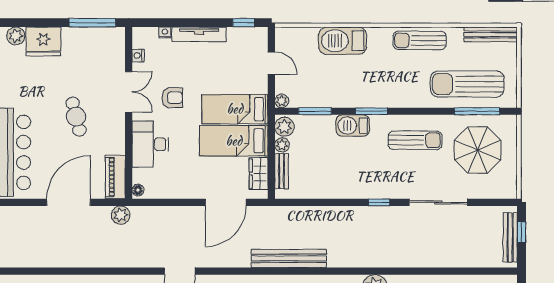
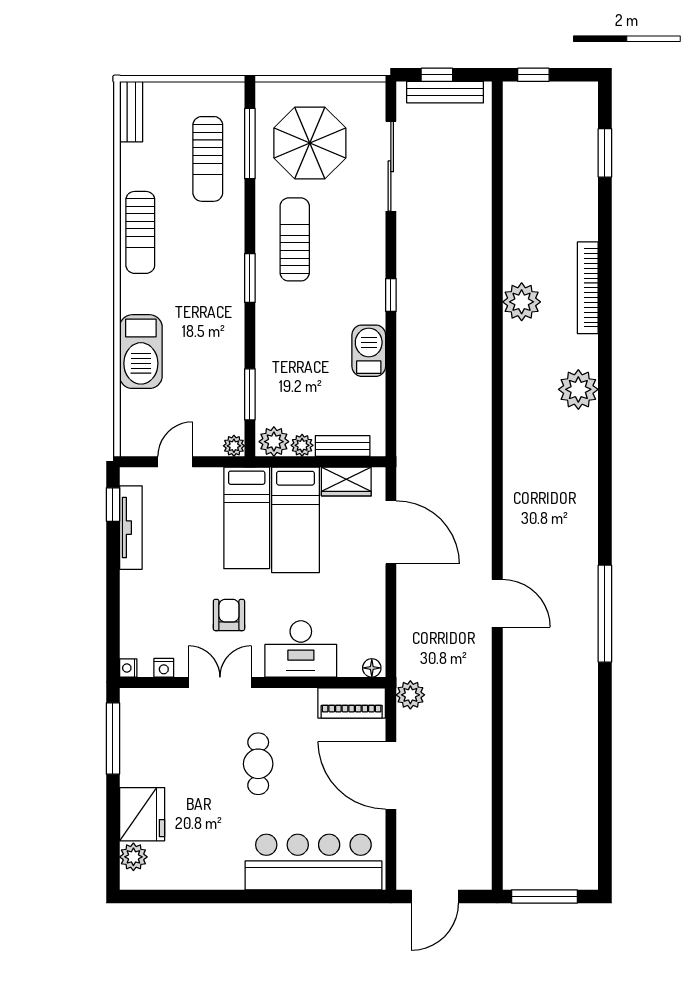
nightstand: (165, 33) -> (128, 668), moved
tv unit: (199, 34) -> (131, 528), moved
bench: (491, 34) -> (131, 112), width x0.73
sun lounger: (467, 84) -> (208, 159), width x0.73, depth x0.75
window: (371, 111) -> (250, 278), moved
cafe table: (76, 117) -> (258, 764), turned -76
barbecue: (353, 126) -> (369, 351), moved, turned 180
sliding door: (438, 202) -> (391, 166), moved
bench: (289, 258) -> (477, 435), removed

